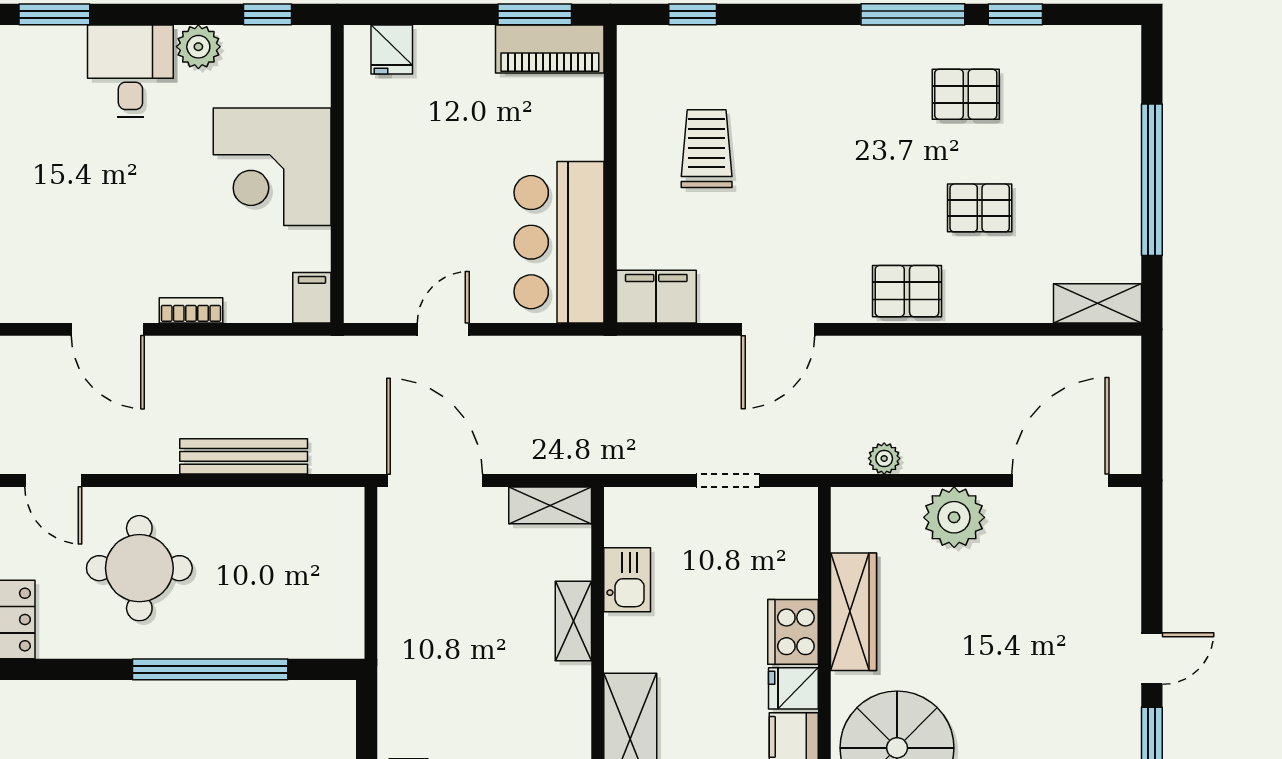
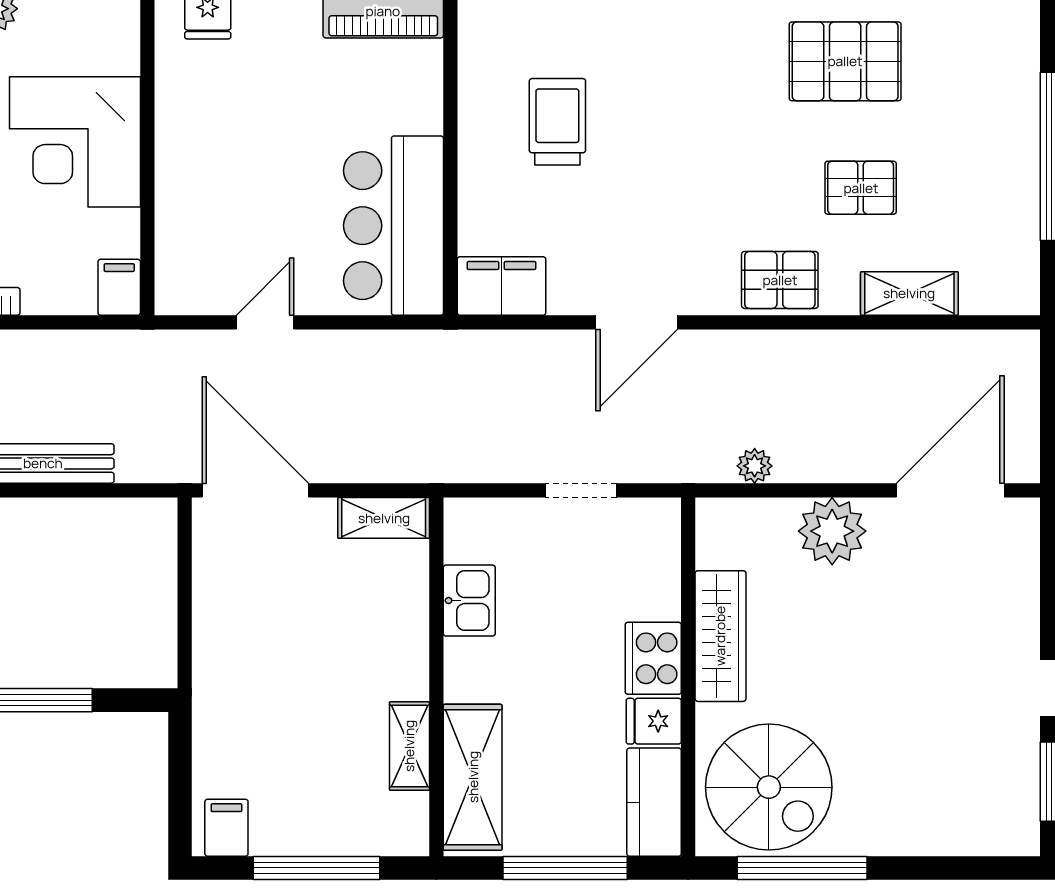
pallet: (966, 94) -> (845, 61), width x1.50, depth x1.42
shelving: (1098, 303) -> (909, 293), moved
shelving: (573, 621) -> (409, 746), moved

